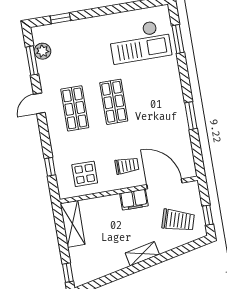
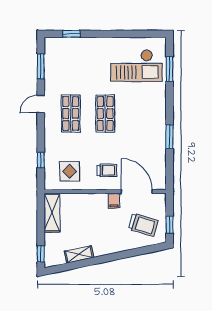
plant: (43, 51) -> (51, 60), removed
filing cabinet: (134, 200) -> (114, 201), width x0.50
shelving: (142, 254) -> (79, 254), moved

